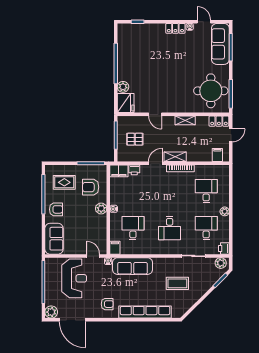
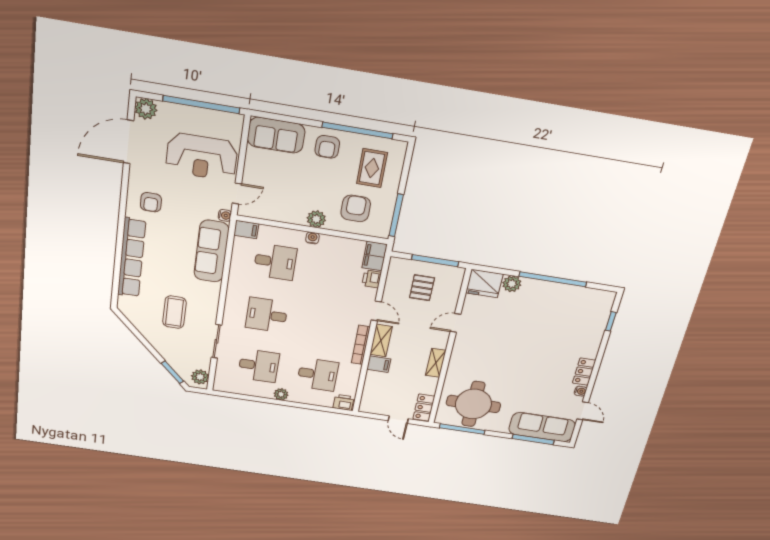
door: (204, 22) -> (583, 411), hinge flipped
filing cabinet: (217, 155) -> (379, 364), moved
printer: (224, 248) -> (344, 402), moved

